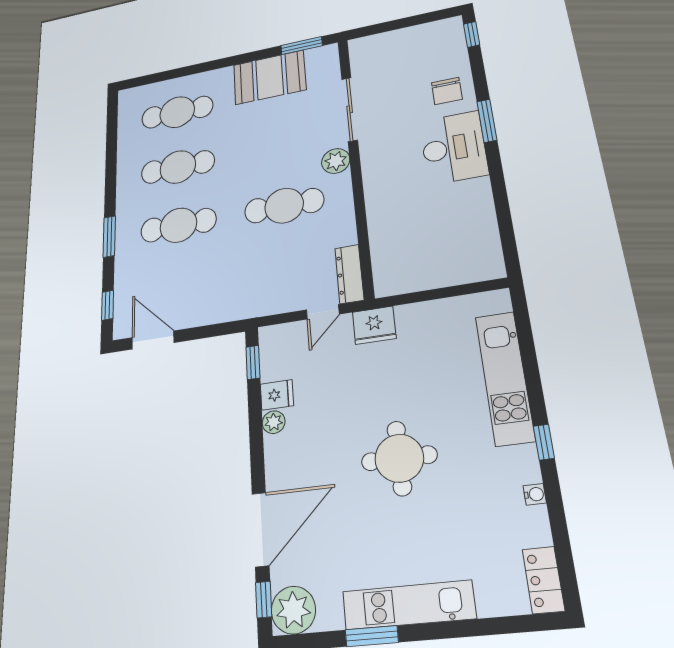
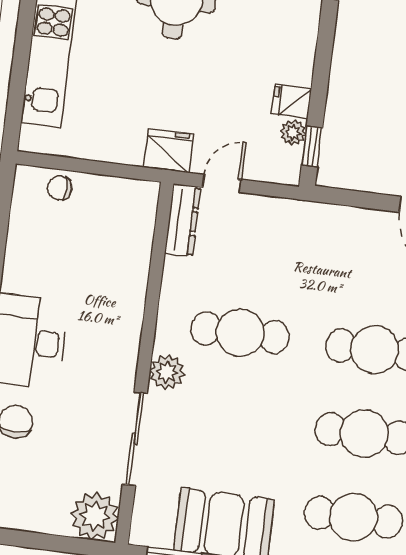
plant: (367, 51) -> (95, 516), added
chair: (462, 269) -> (60, 188), added
plant: (274, 422) -> (293, 132), moved

